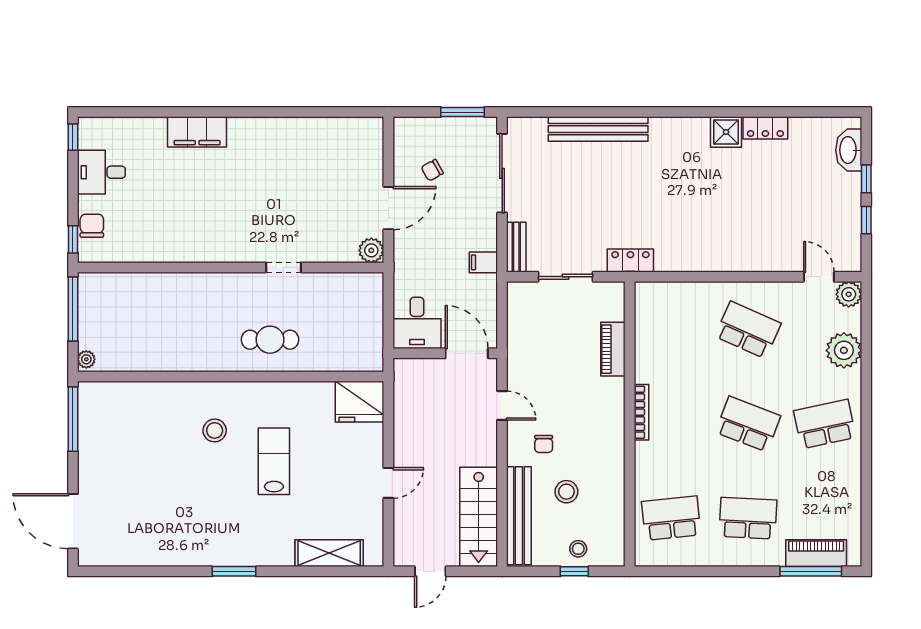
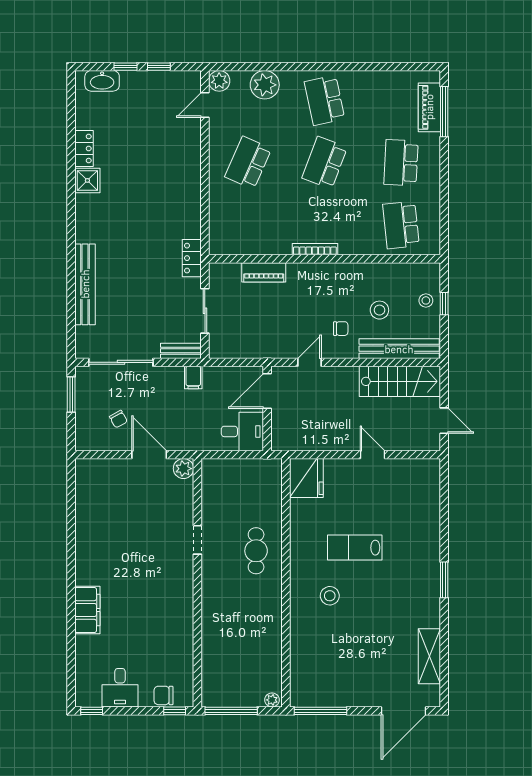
shelving: (329, 553) -> (429, 656), moved

